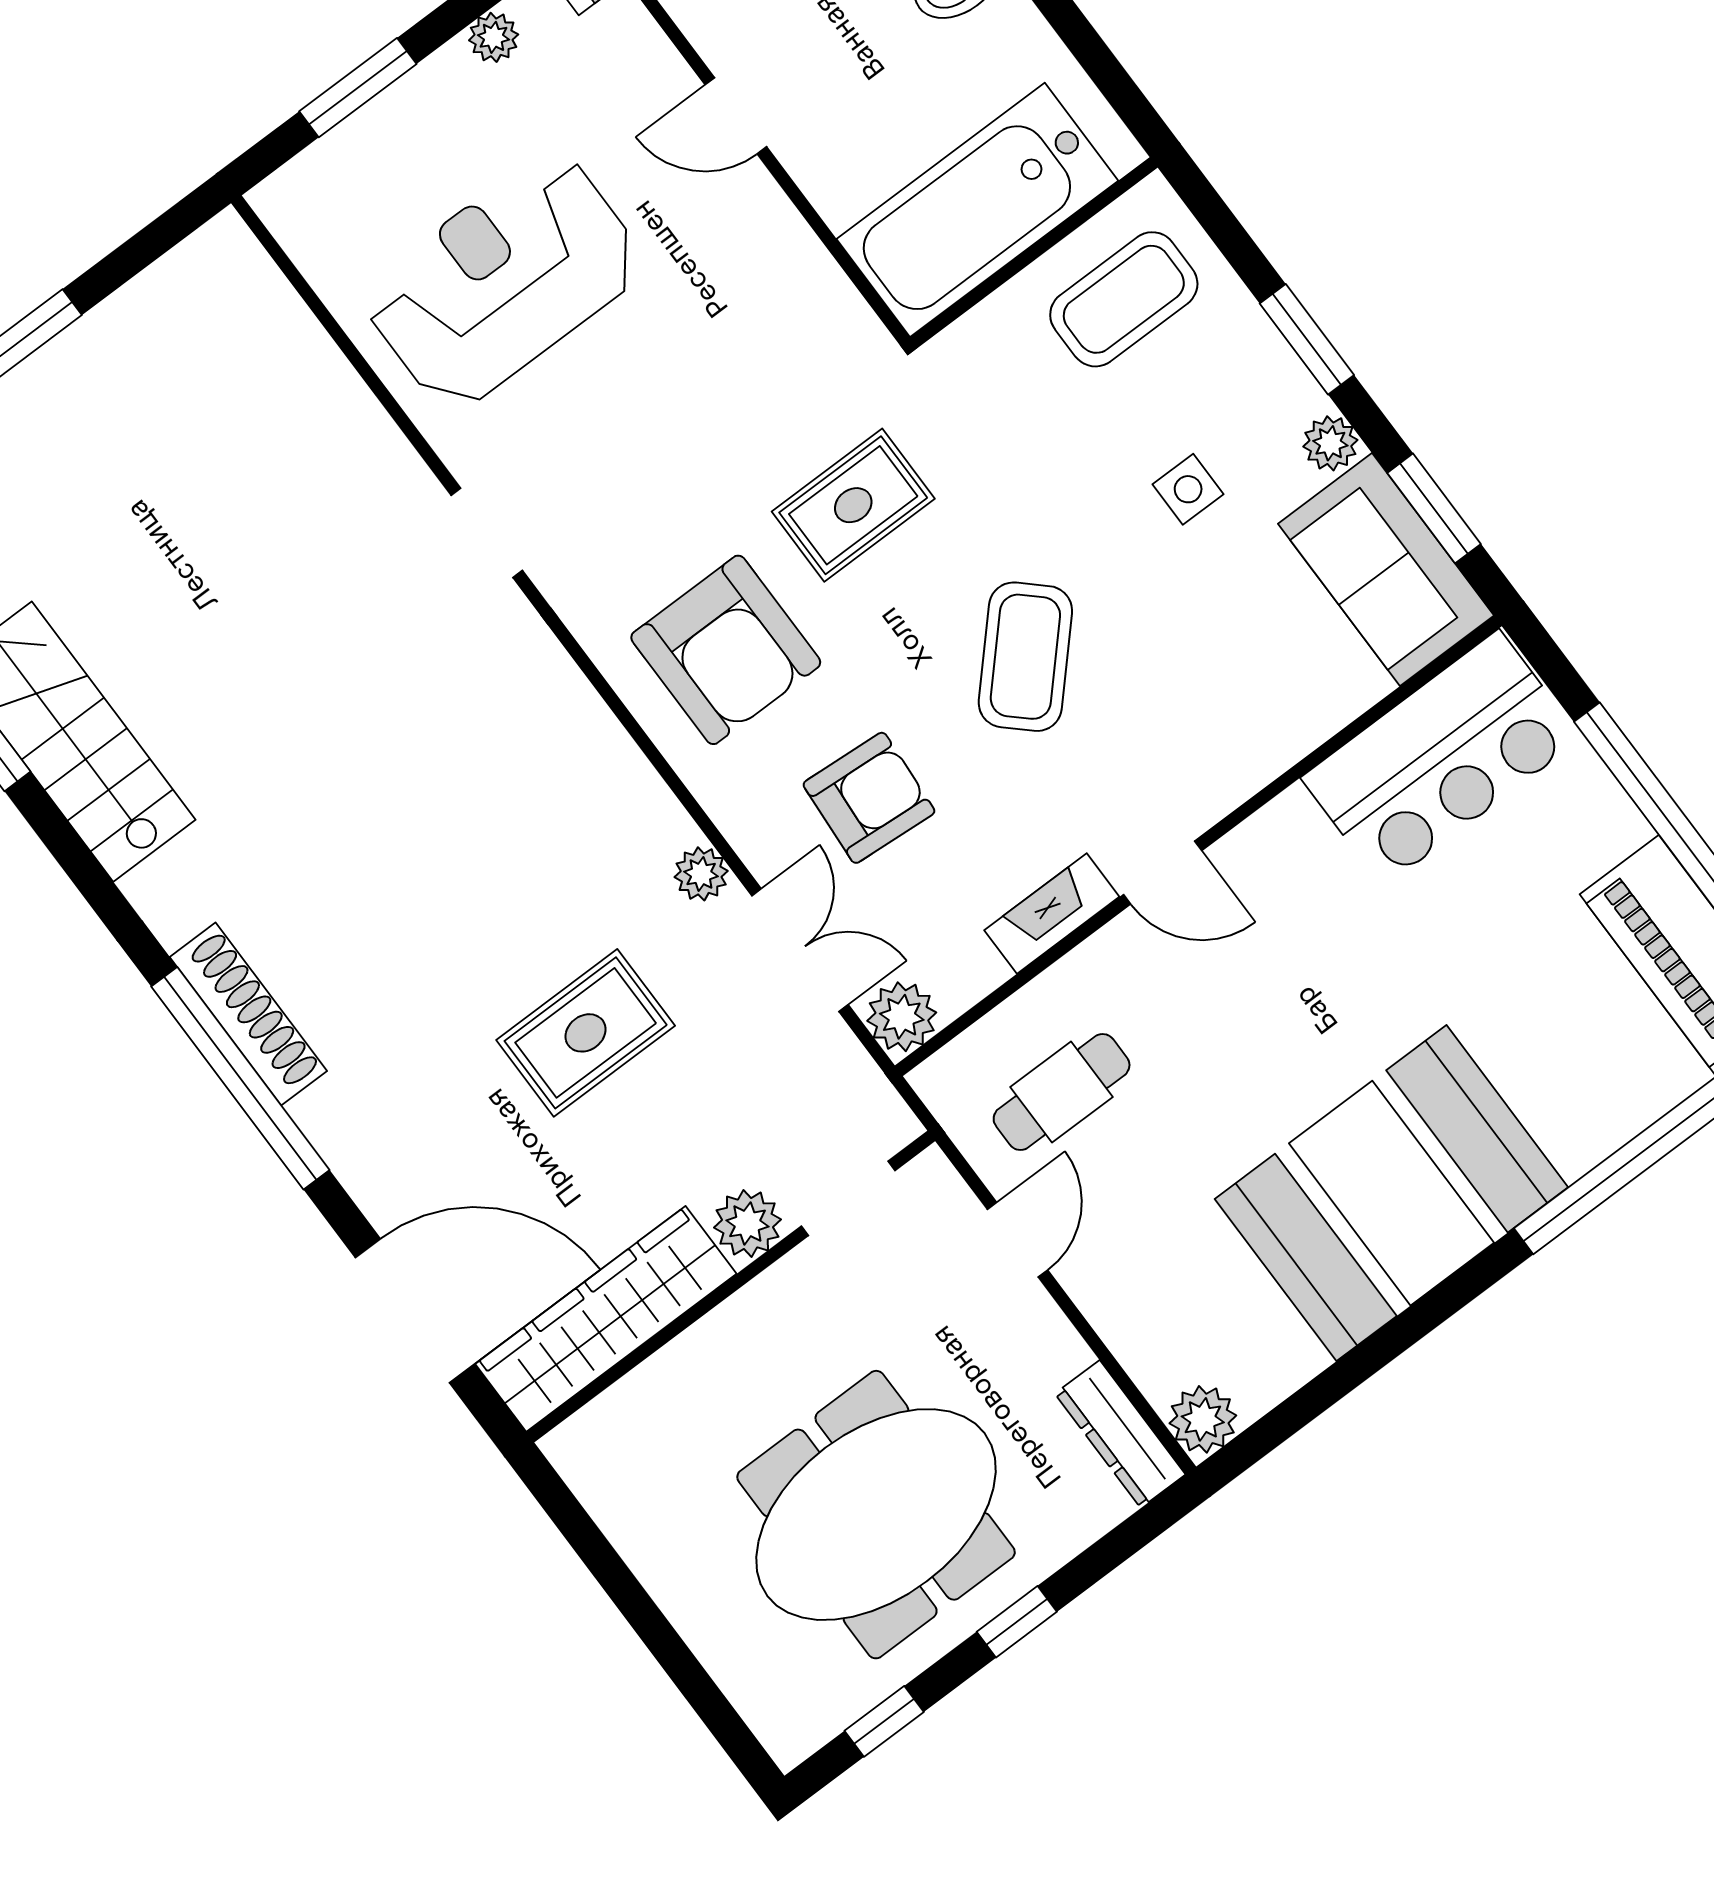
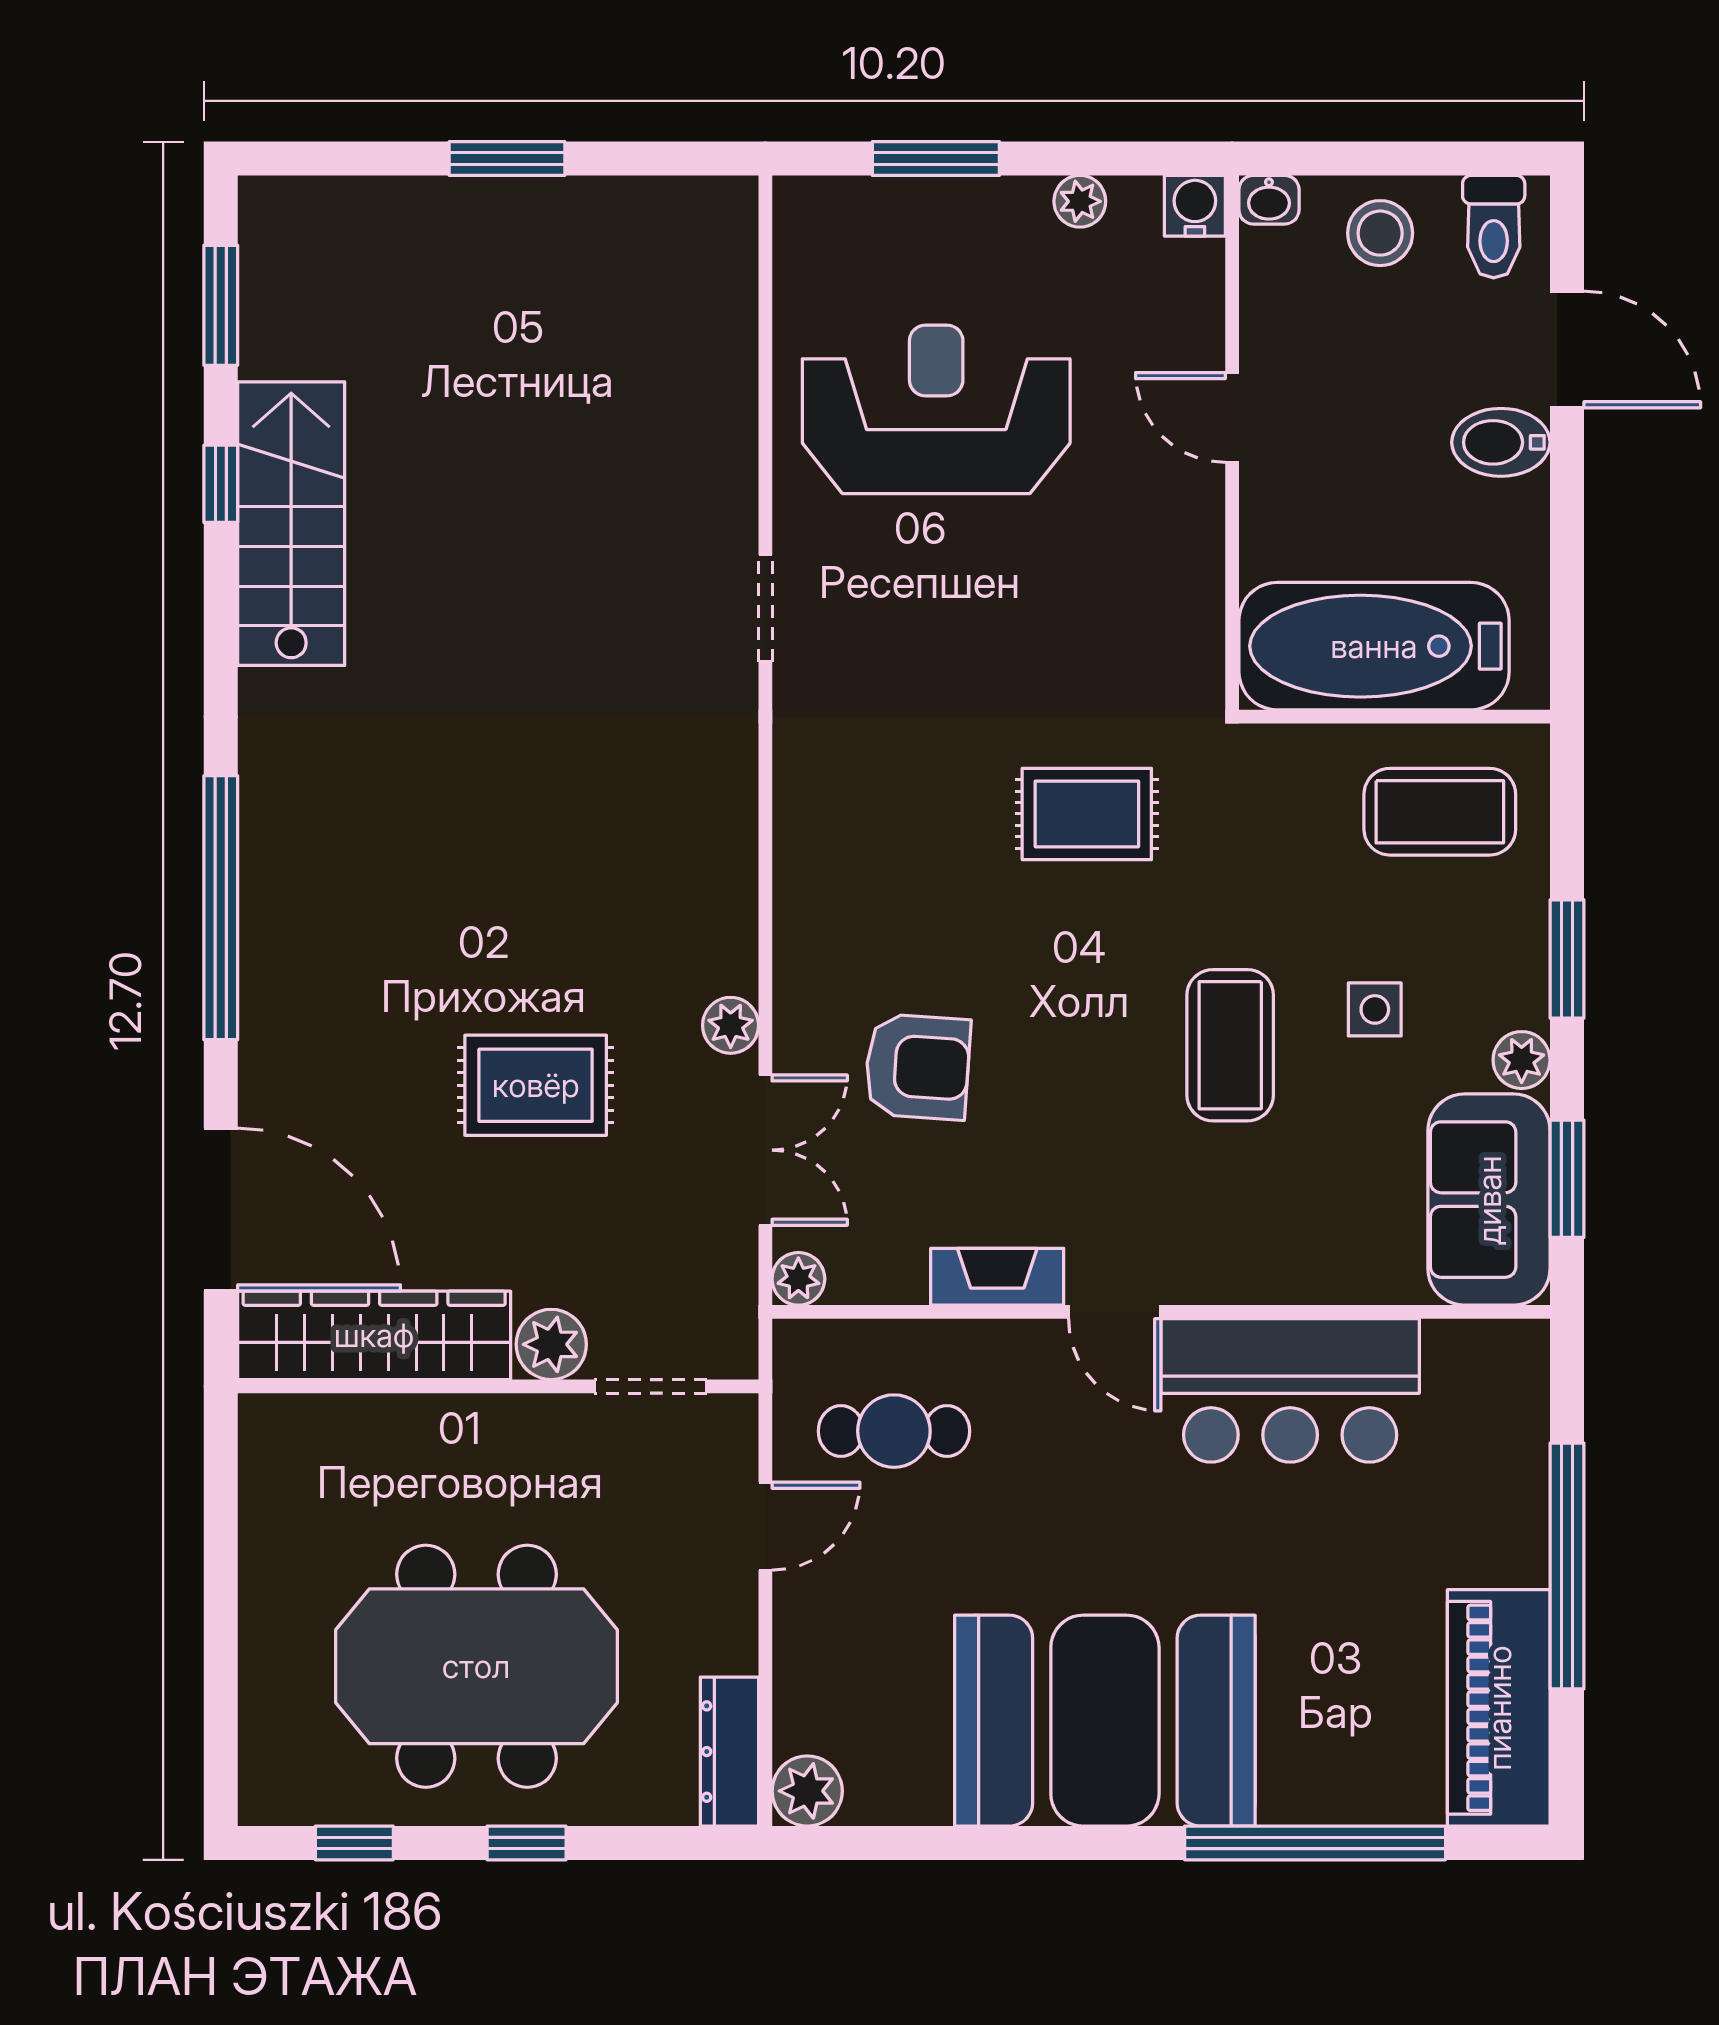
armchair: (726, 650) -> (891, 855), removed
coffee table: (1025, 657) -> (1230, 1045), moved, turned -43
bar counter: (1441, 758) -> (1290, 1390), moved
shoe rack: (248, 1014) -> (267, 859), removed
plant: (902, 1017) -> (798, 1279), width x0.73, depth x0.73

